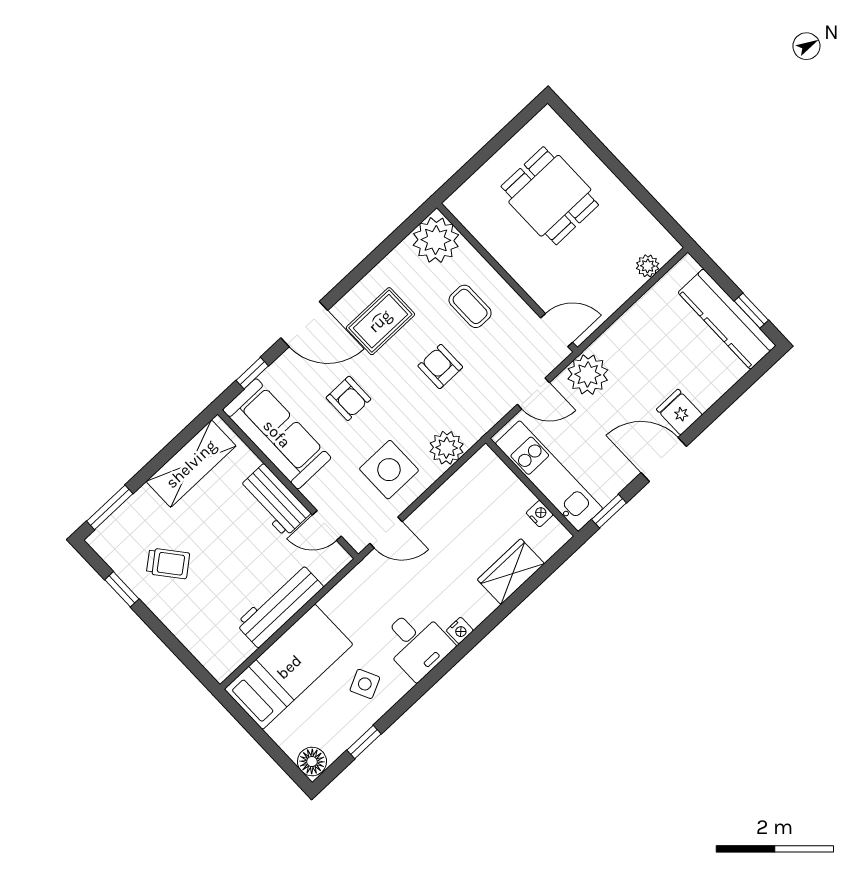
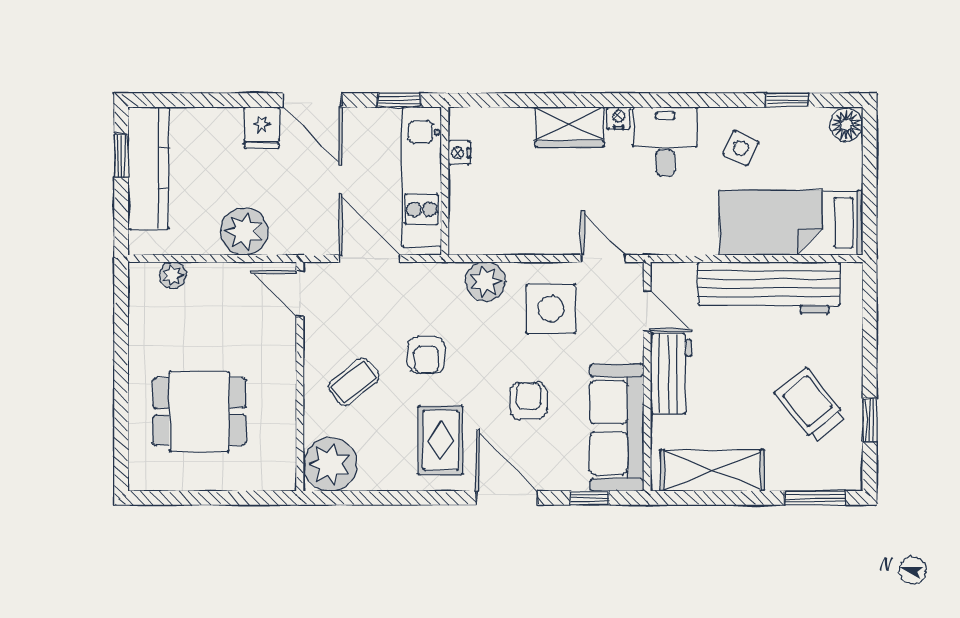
dining table: (550, 196) -> (199, 412), turned 90
coffee table: (470, 306) -> (354, 382), turned 51
rug: (380, 321) -> (441, 440), turned 90
plant: (588, 375) -> (244, 232), moved
door: (533, 394) -> (370, 259), width x1.38
trolley: (168, 563) -> (810, 405), width x1.36, depth x1.39
wardrobe: (511, 572) -> (570, 127), moved
workbench: (280, 605) -> (769, 288), width x1.36, depth x1.32
side table: (365, 684) -> (741, 148), turned -38

